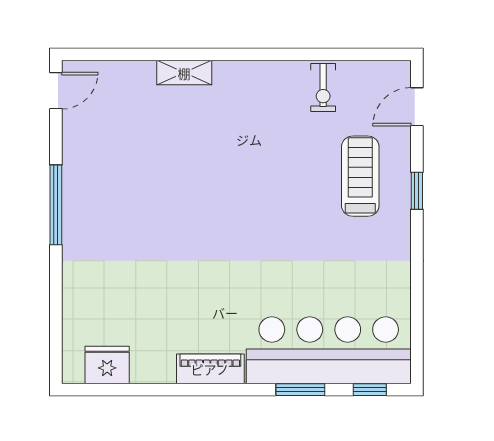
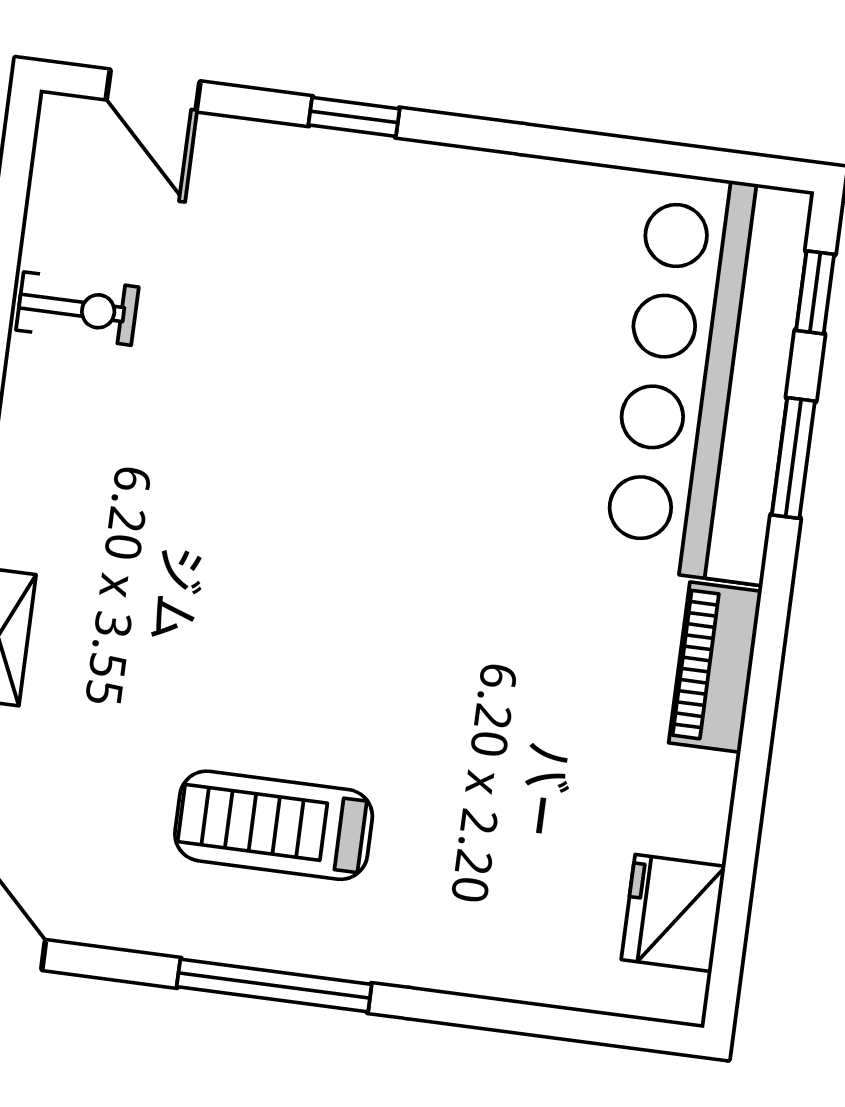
treadmill: (360, 176) -> (274, 825), moved

